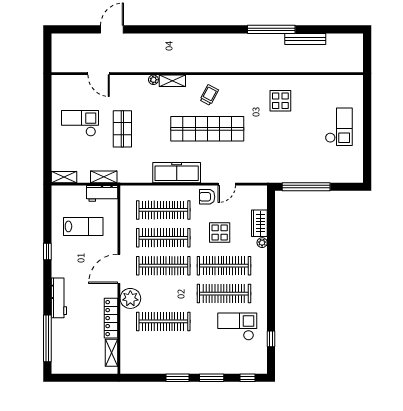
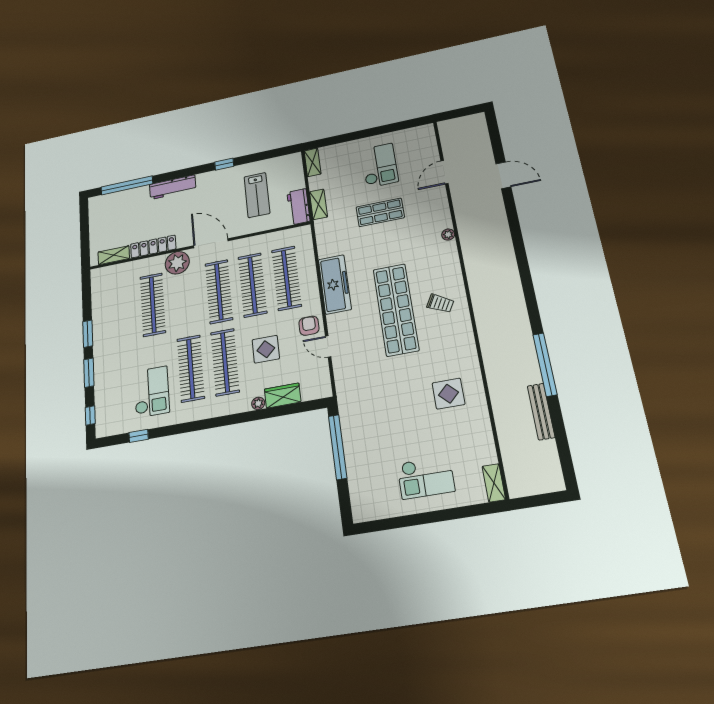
shelving: (172, 81) -> (494, 483), moved

